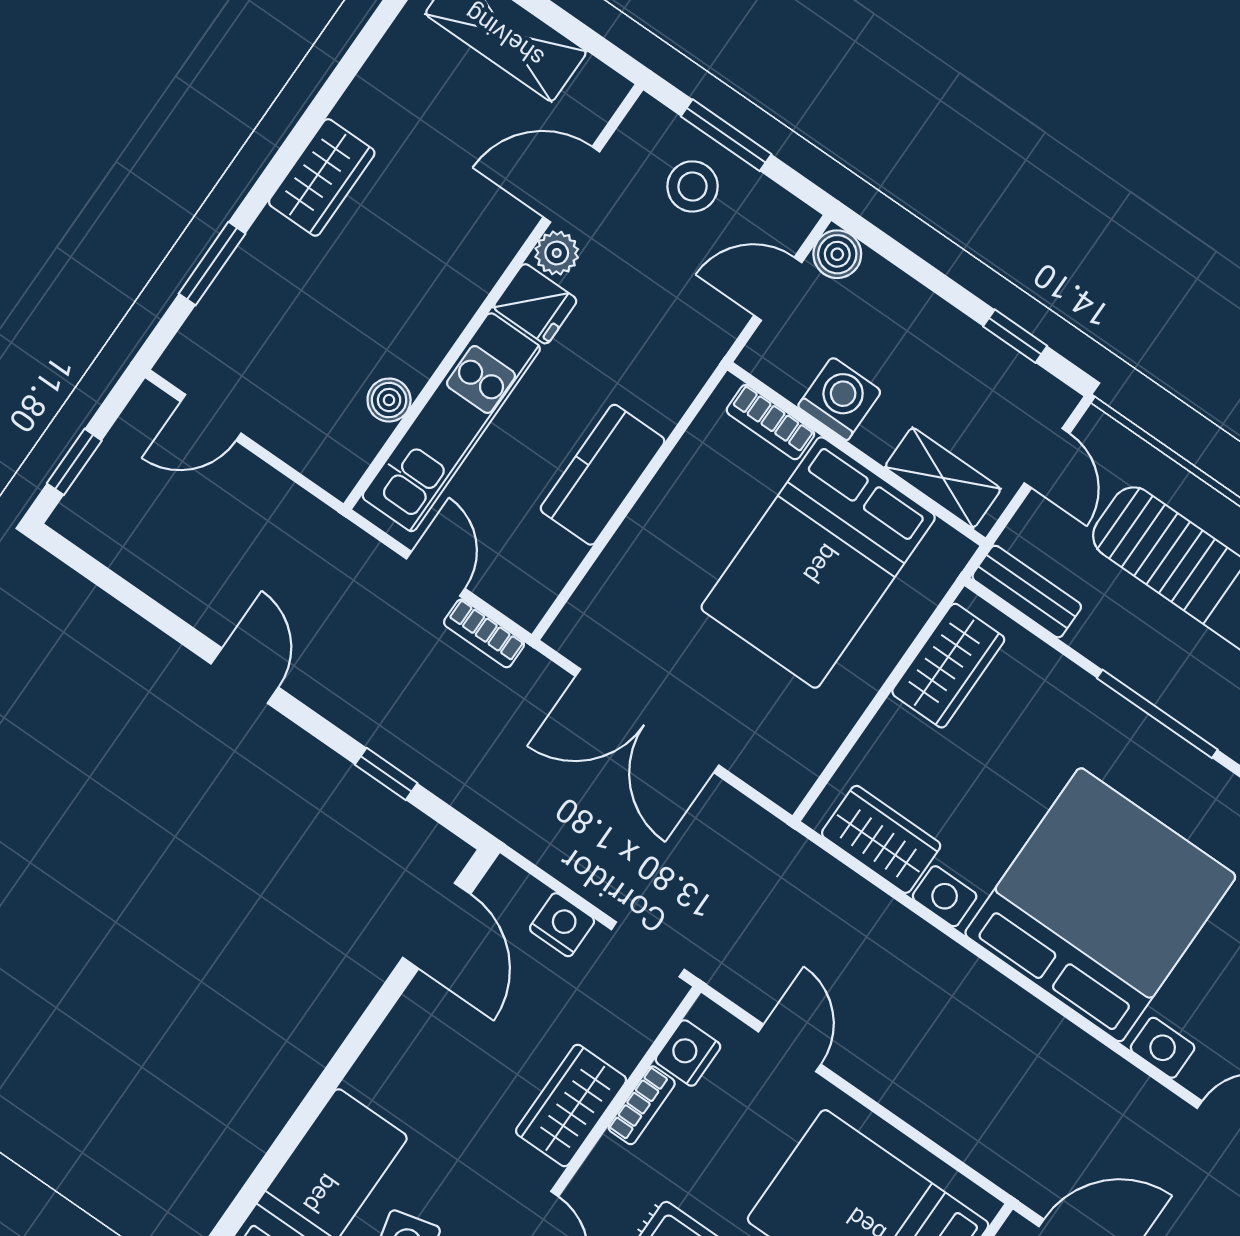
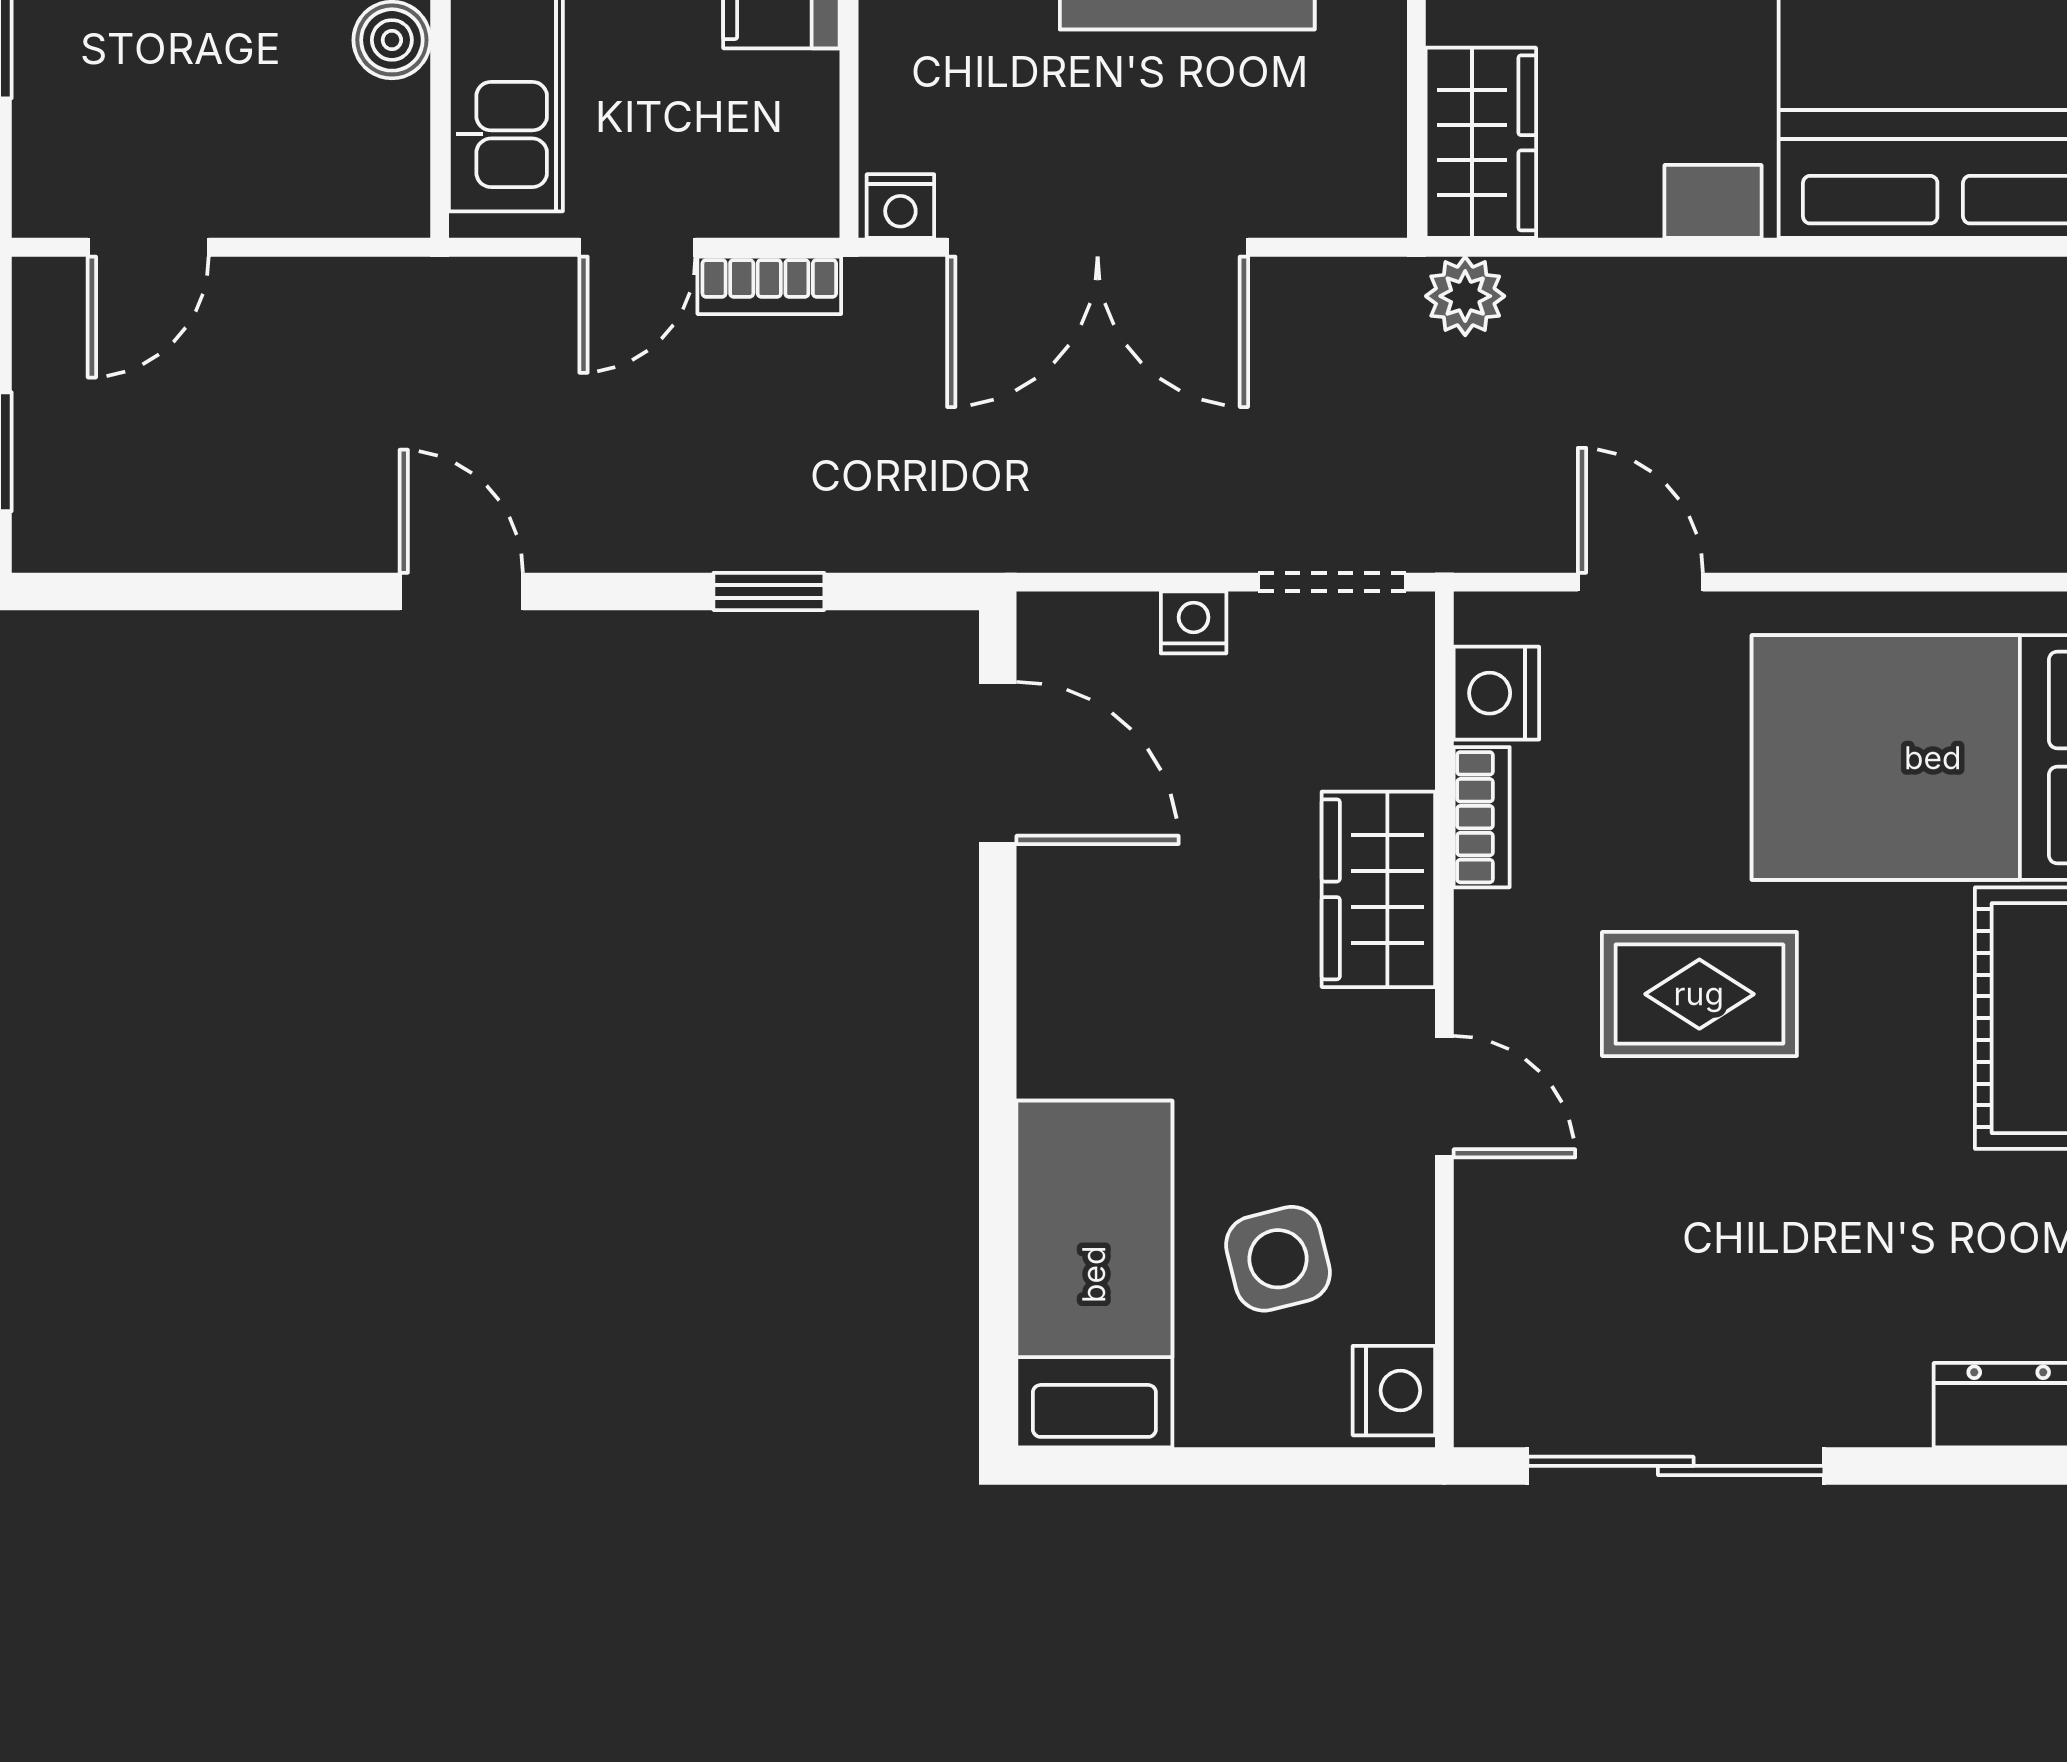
door: (436, 574) -> (637, 247), swing flipped
nightstand: (570, 639) -> (900, 206), added
wardrobe: (881, 839) -> (1481, 143), moved, turned 90
plant: (800, 861) -> (1465, 296), added
nightstand: (562, 925) -> (1194, 622), width x0.72, depth x0.74

